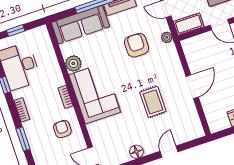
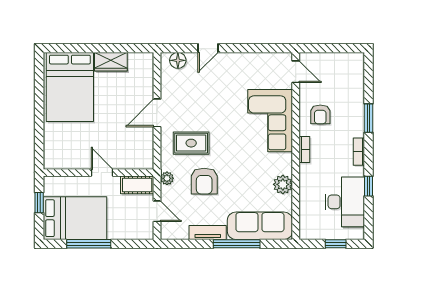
corner sofa: (95, 94) -> (270, 121), moved
rug: (153, 102) -> (191, 143), moved, turned 90
floor lamp: (136, 152) -> (178, 60), moved

